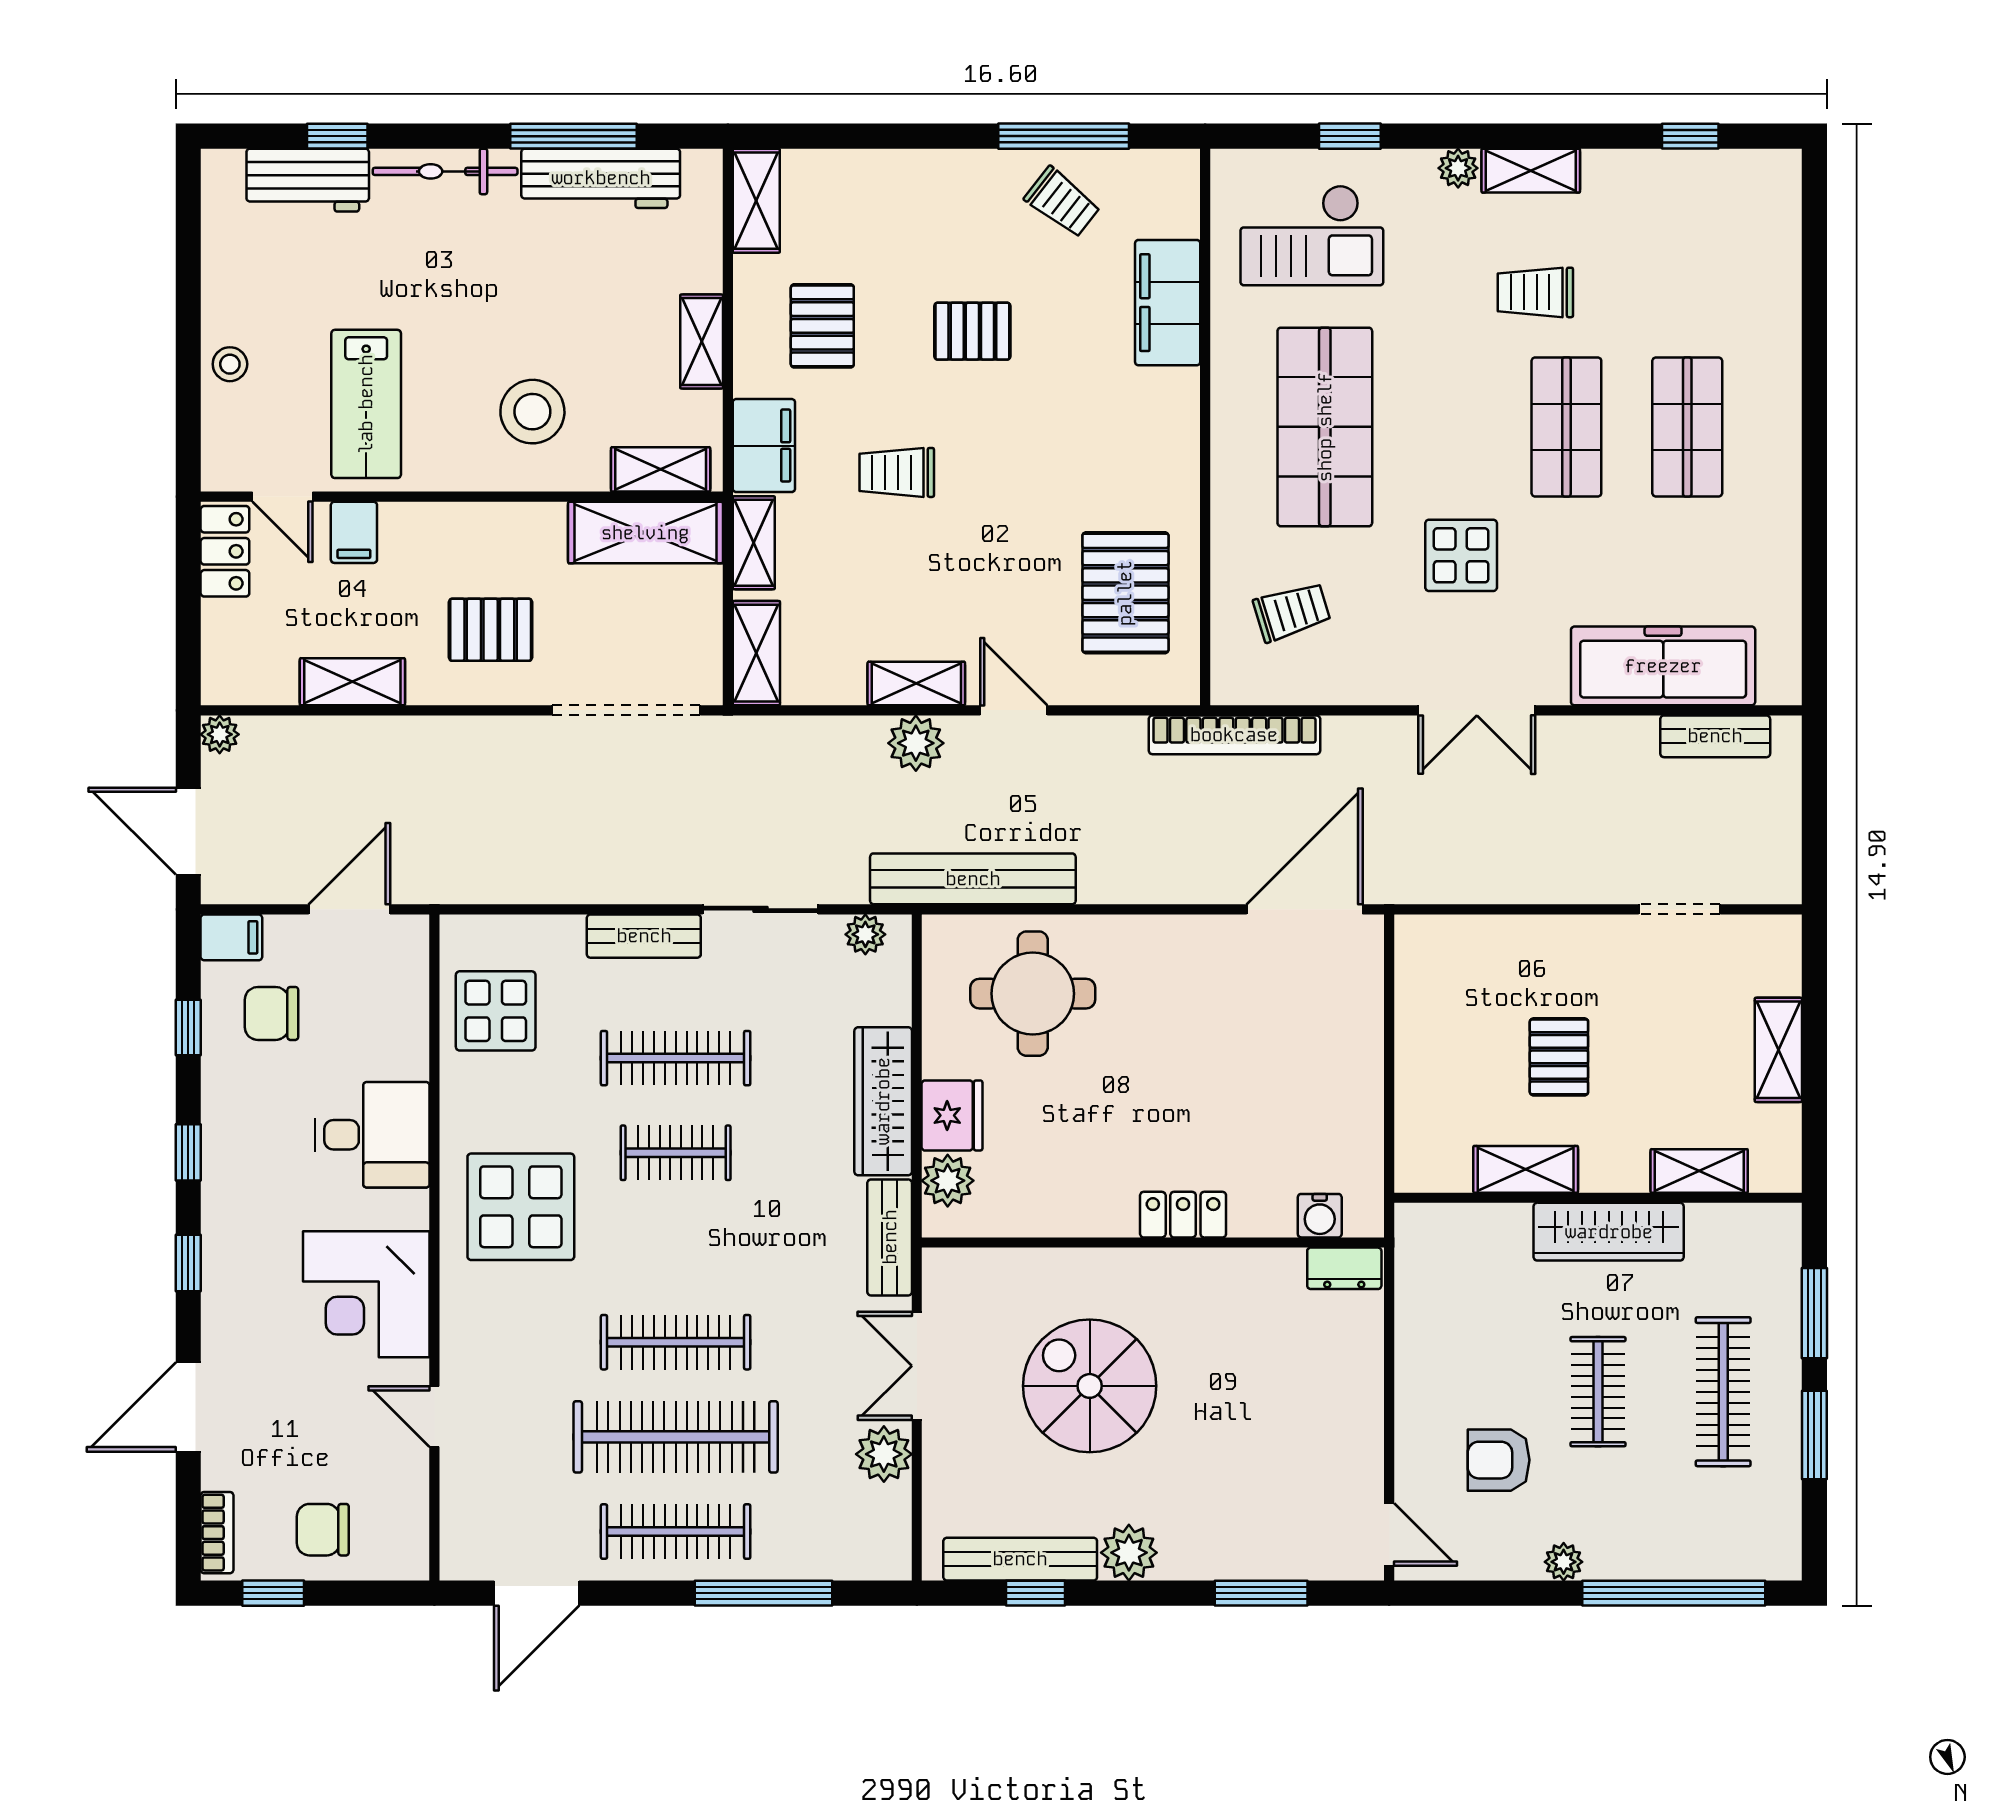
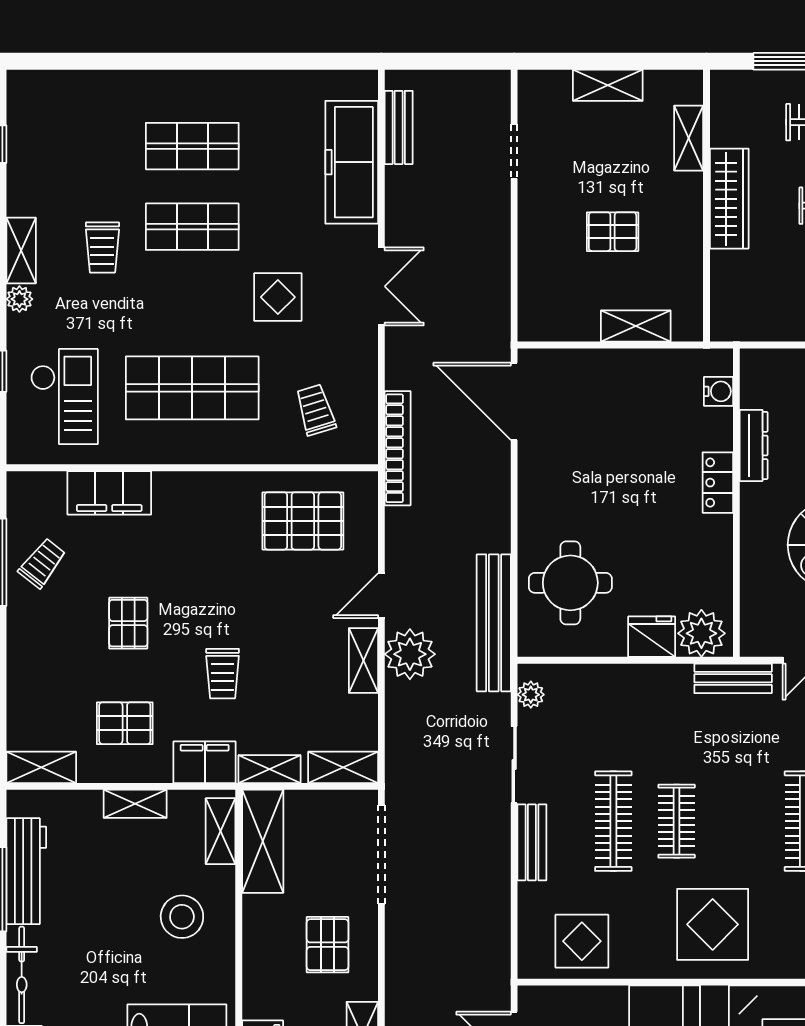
plant: (916, 743) -> (410, 654), width x1.36, depth x1.36
wardrobe: (883, 1101) -> (642, 683), removed
shelving: (1526, 1169) -> (636, 326), moved, turned 90
plant: (948, 1181) -> (701, 633), width x1.36, depth x1.36
dresser: (1344, 1268) -> (754, 445), moved, width x1.44

